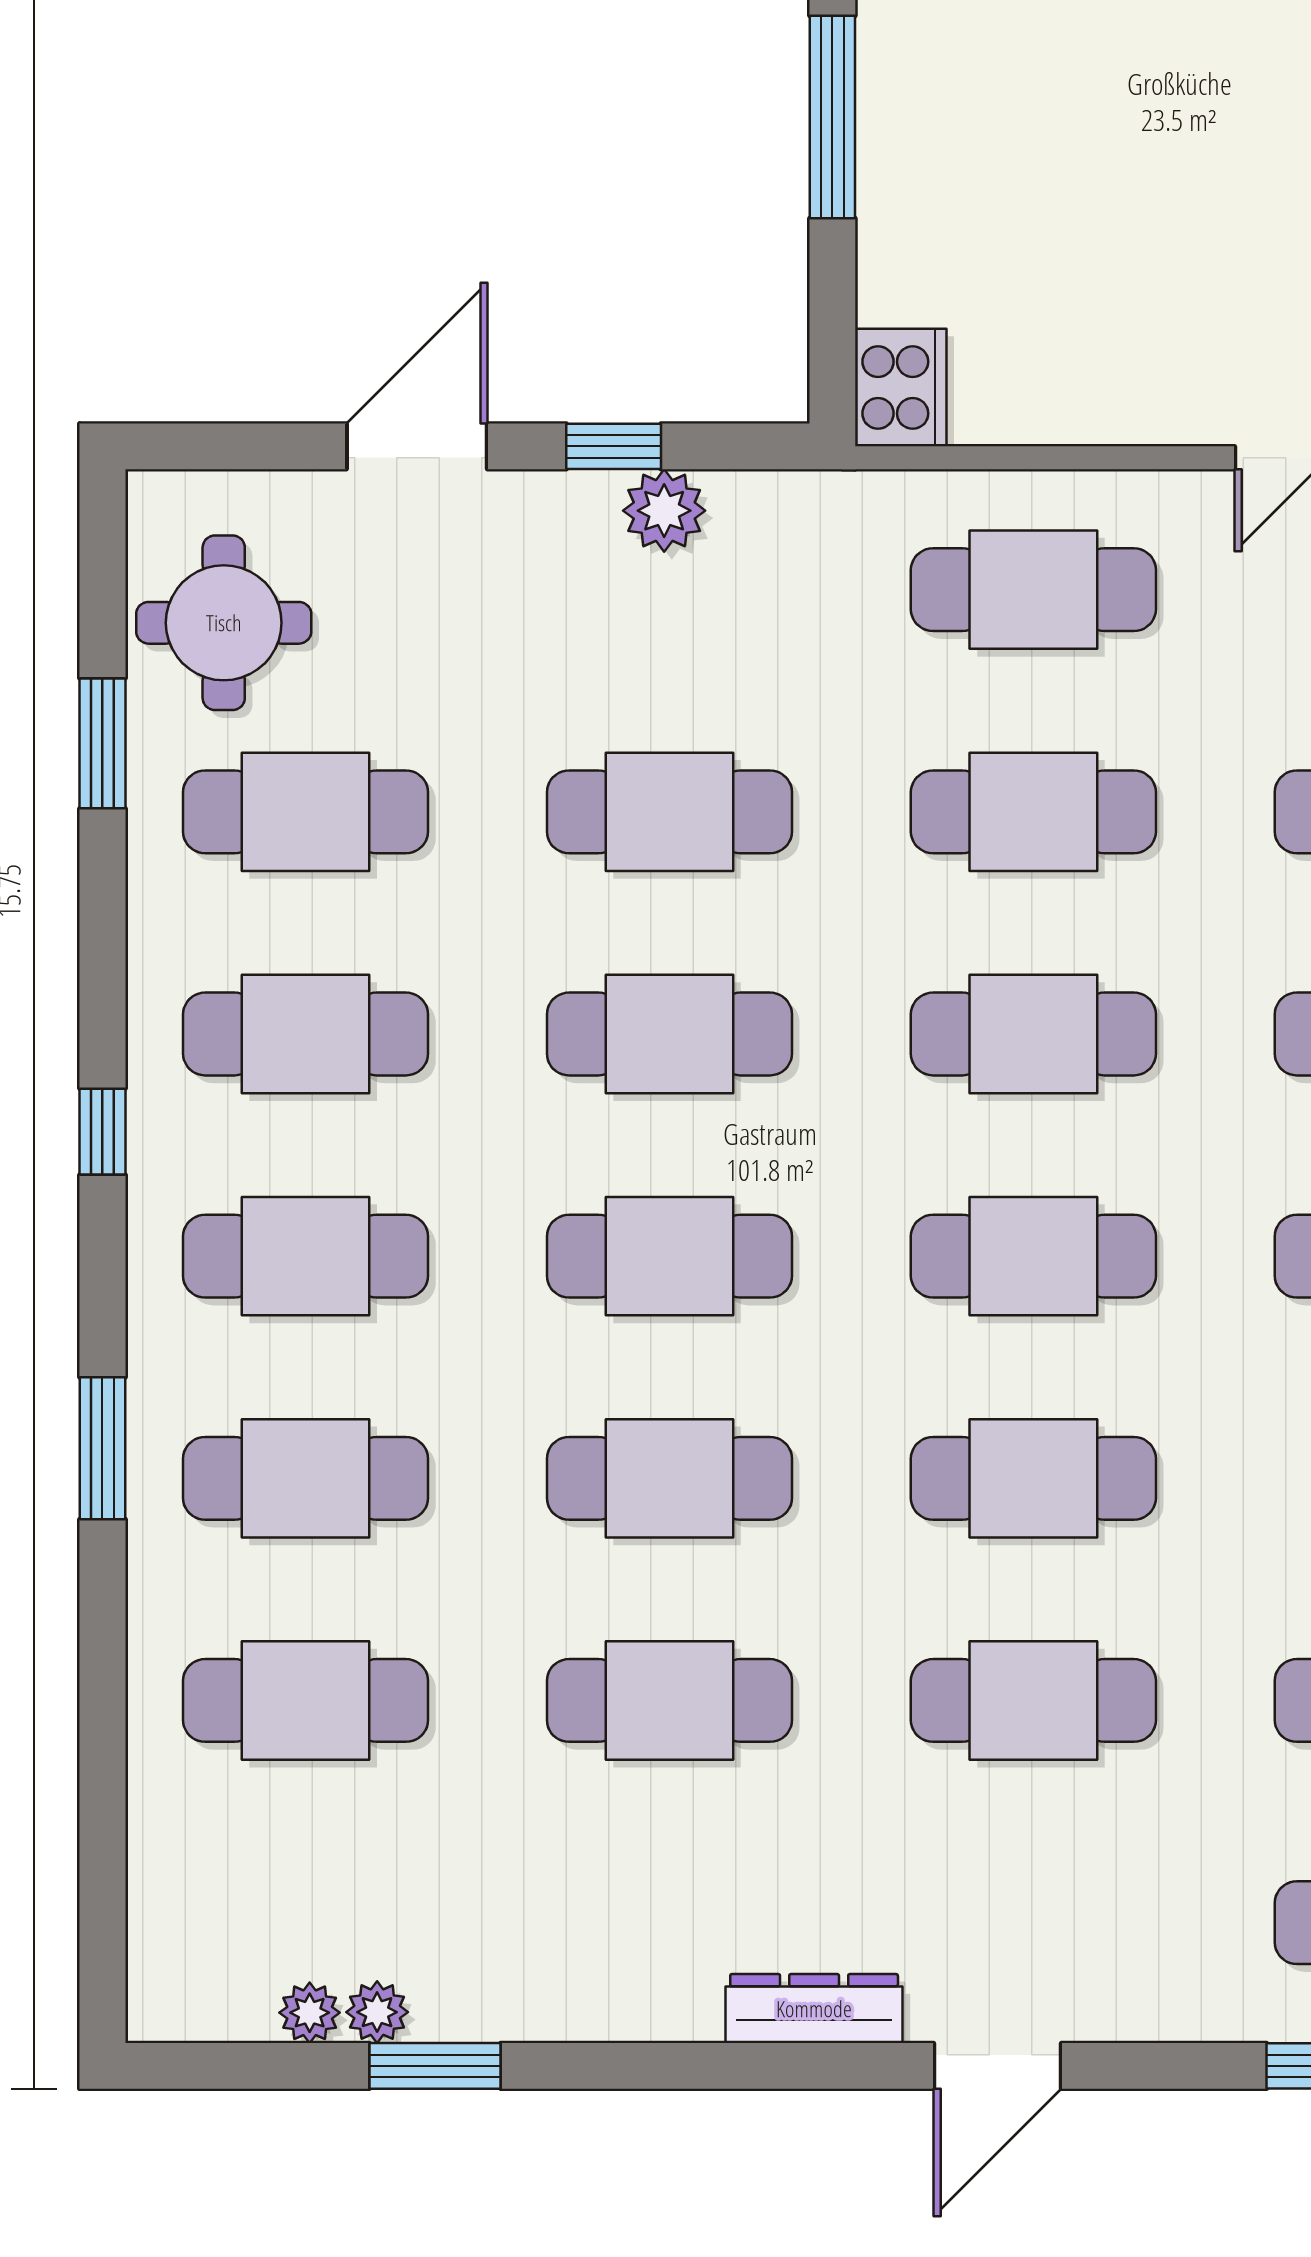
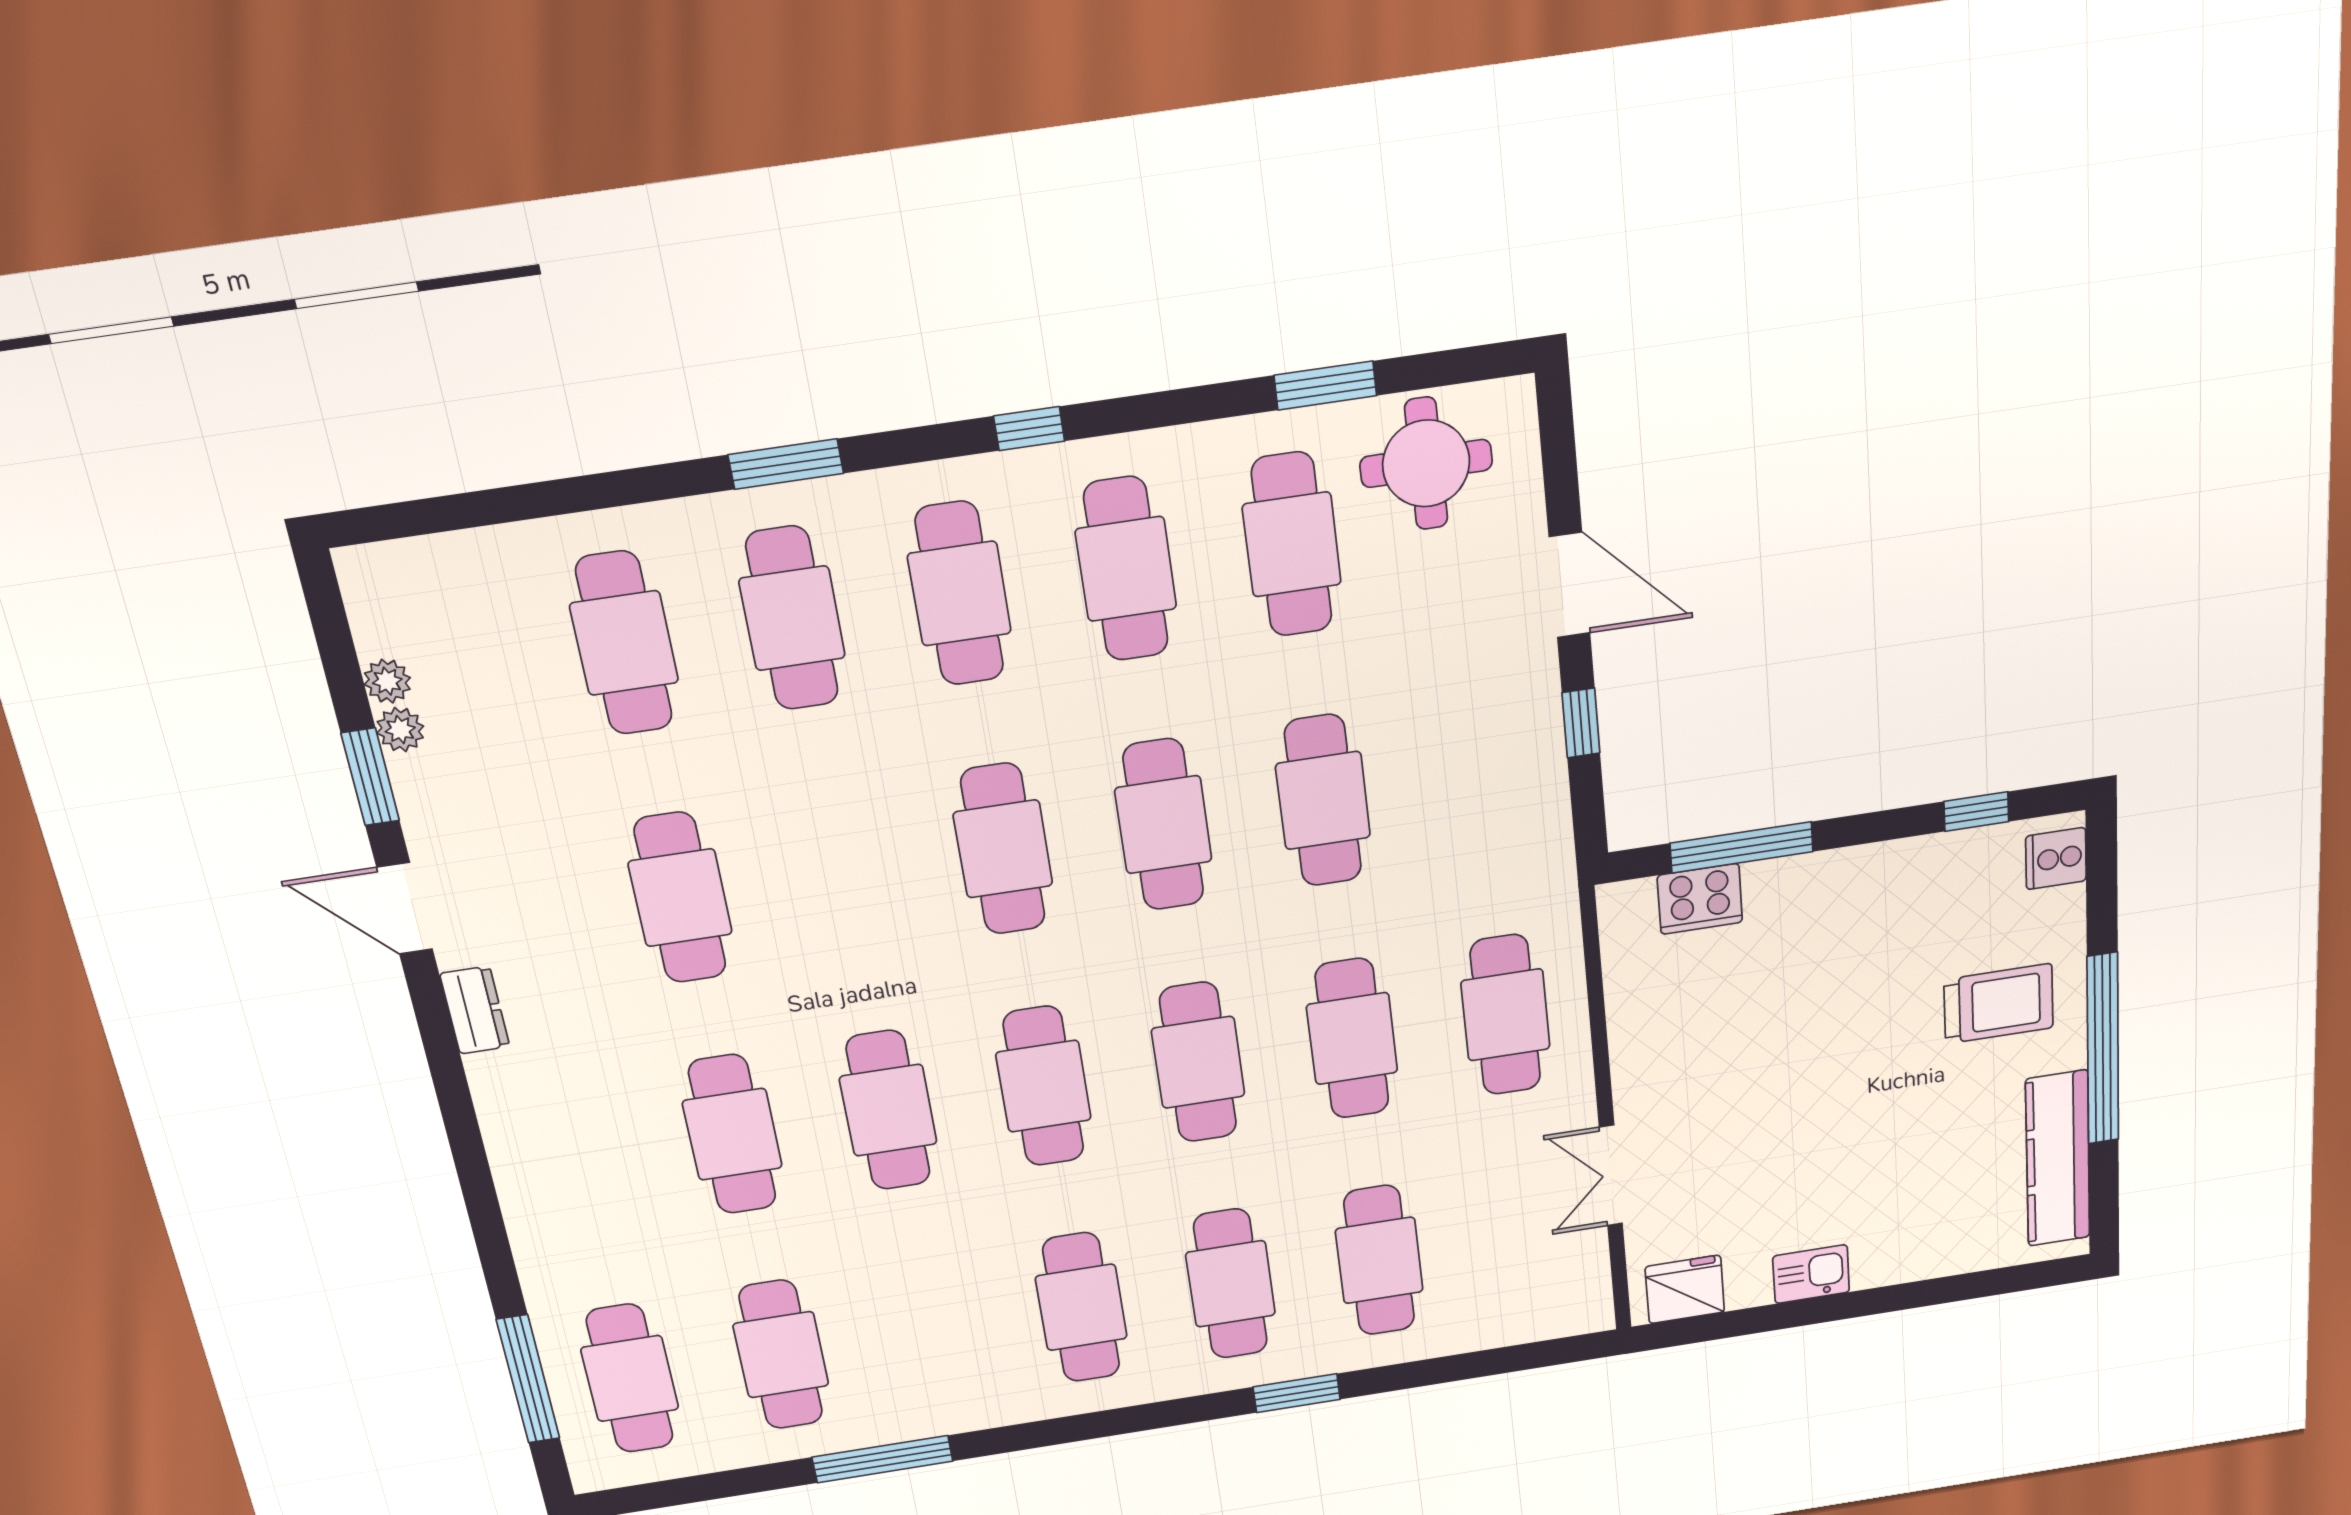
window: (832, 117) -> (1742, 847), moved
cooker: (901, 388) -> (1700, 899), moved
plant: (664, 511) -> (1538, 764), removed
cafe table: (669, 1478) -> (842, 873), removed
dresser: (814, 2009) -> (475, 1010), width x0.70
door: (998, 2066) -> (405, 908), moved

